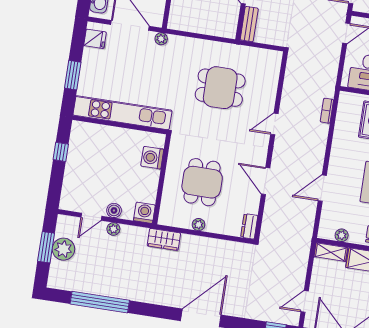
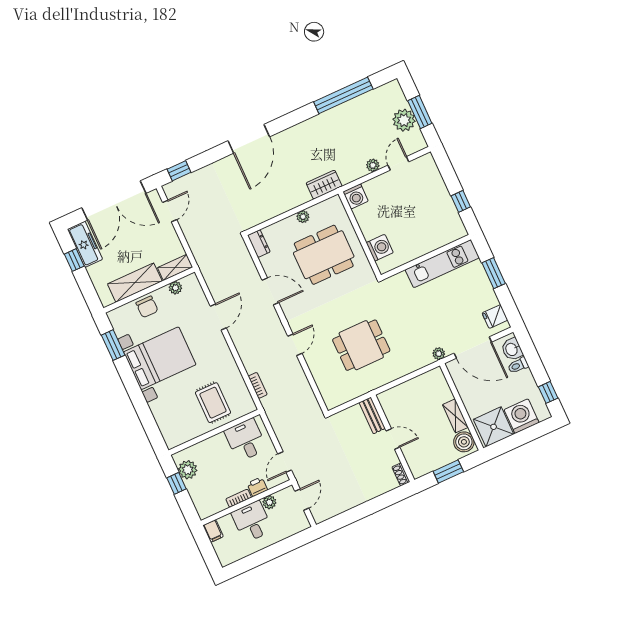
kitchen unit: (122, 113) -> (442, 264), width x0.73
dining table: (202, 182) -> (324, 255), width x1.38
boiler: (114, 210) -> (383, 181), removed

